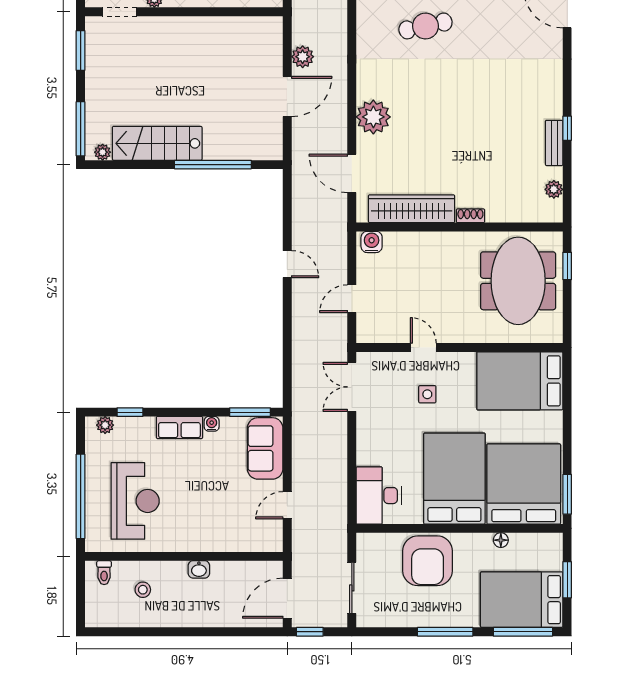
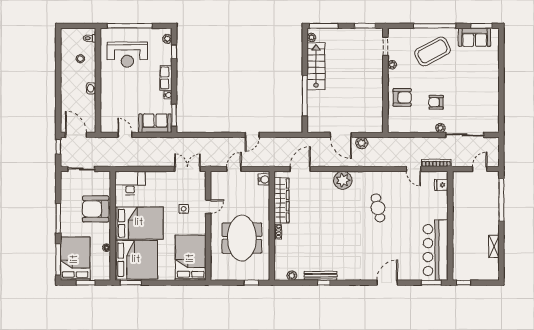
plant: (373, 117) -> (343, 180), moved
bench: (554, 143) -> (321, 276), width x1.36
meeting table: (518, 281) -> (242, 238), moved, turned 90
door: (352, 299) -> (234, 169), hinge flipped

